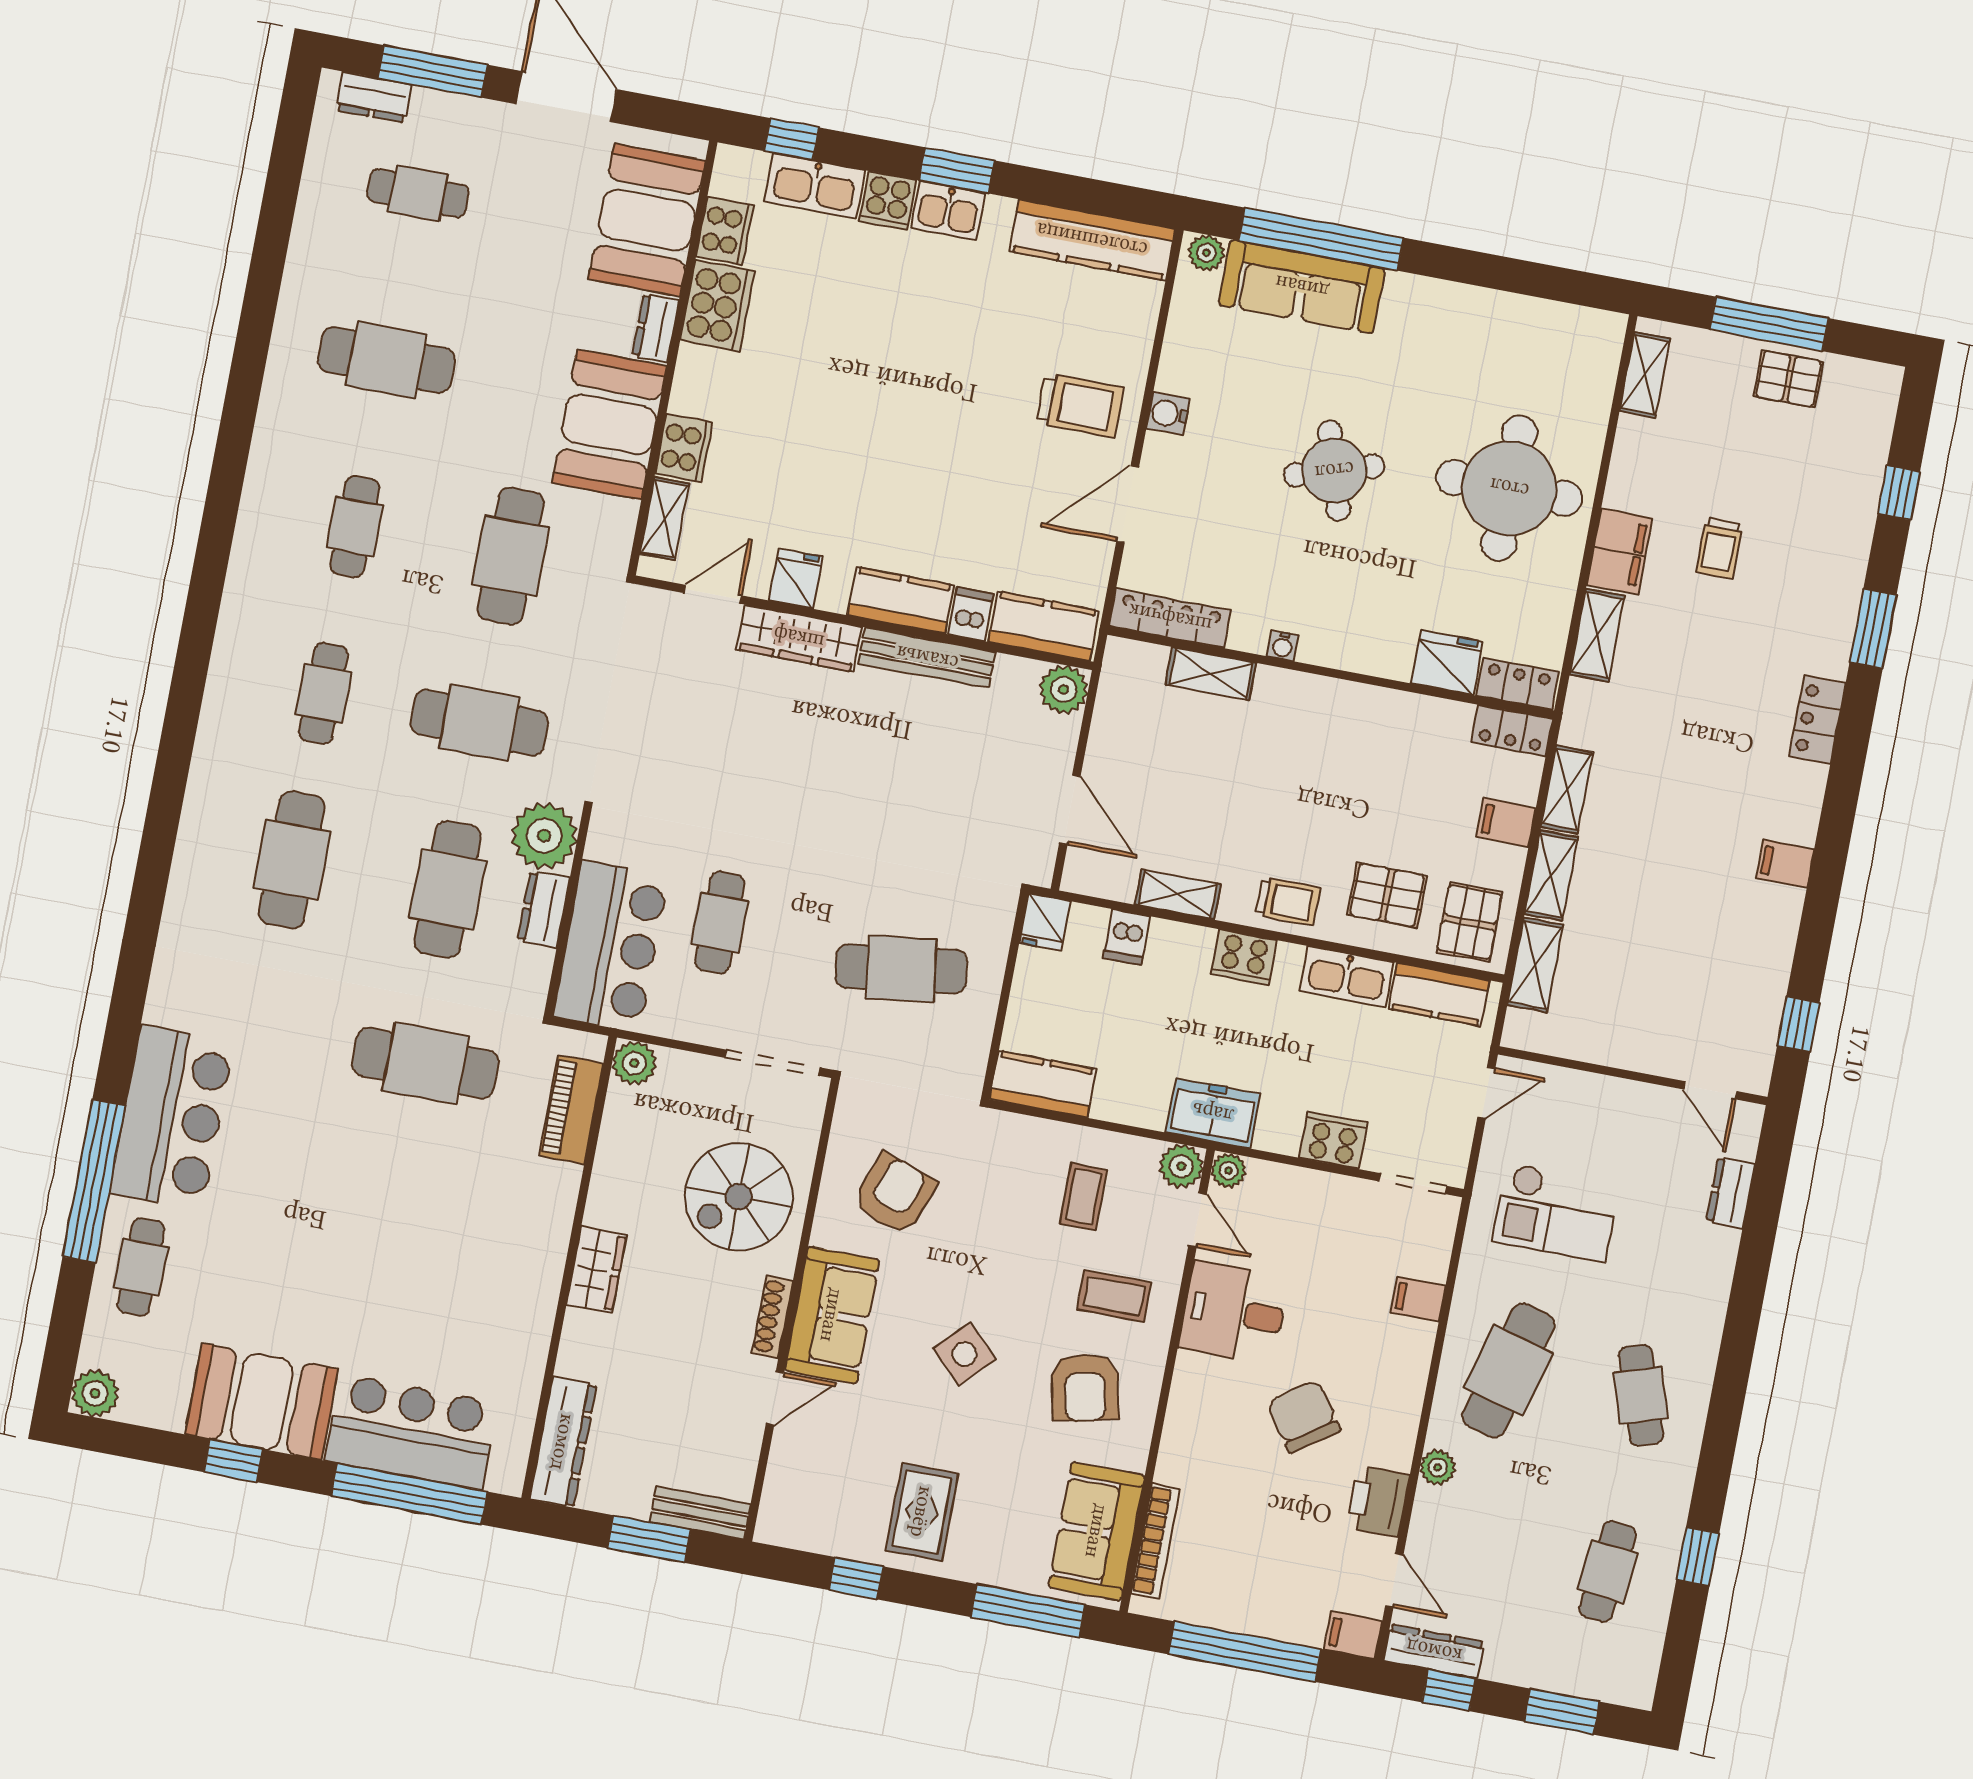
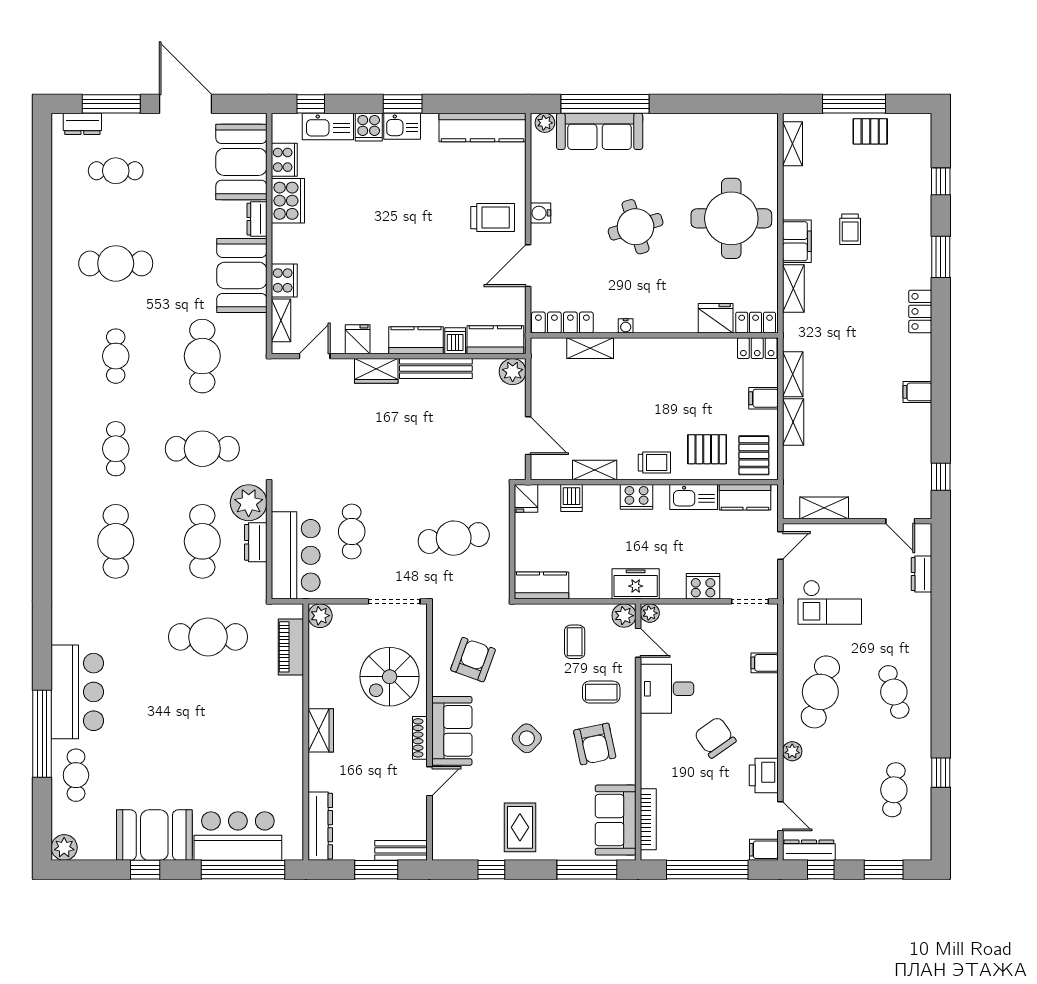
wardrobe: (799, 638) -> (376, 371), width x0.67
shelving: (1535, 965) -> (824, 508), moved, turned 90

